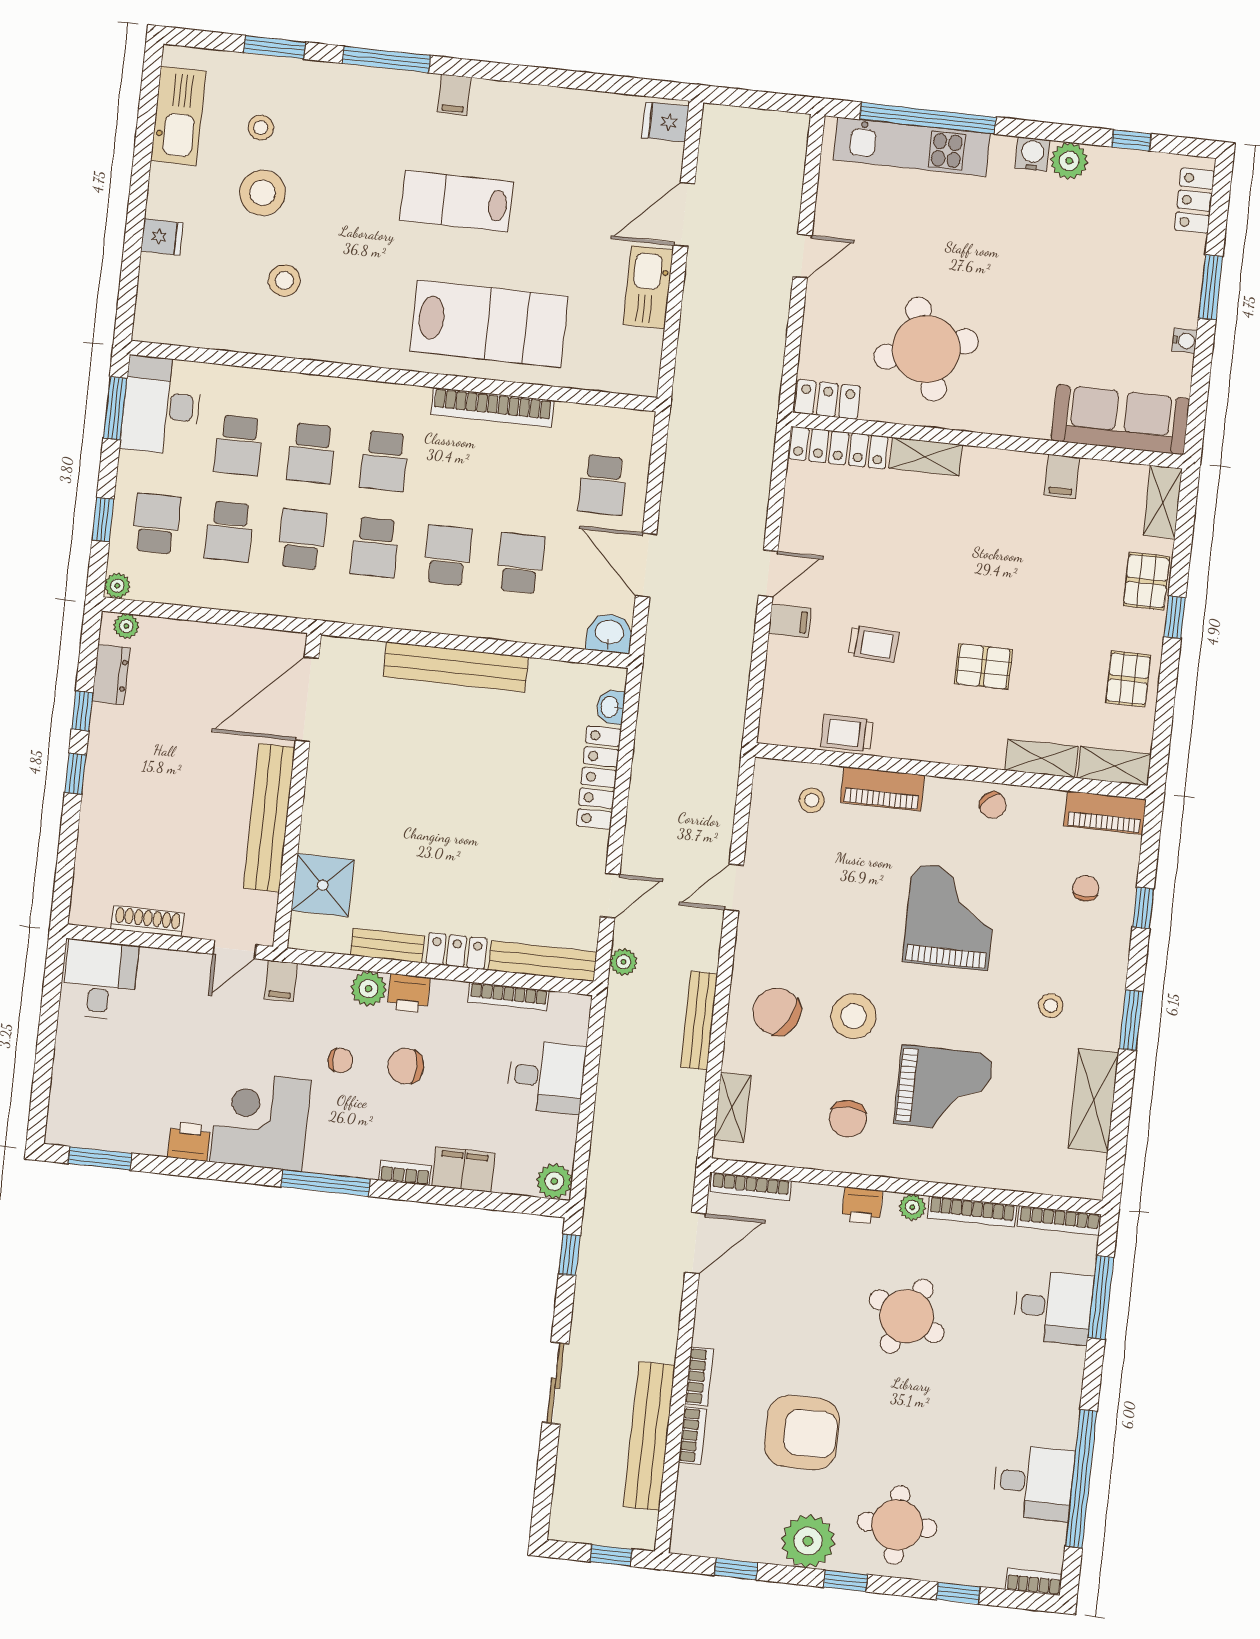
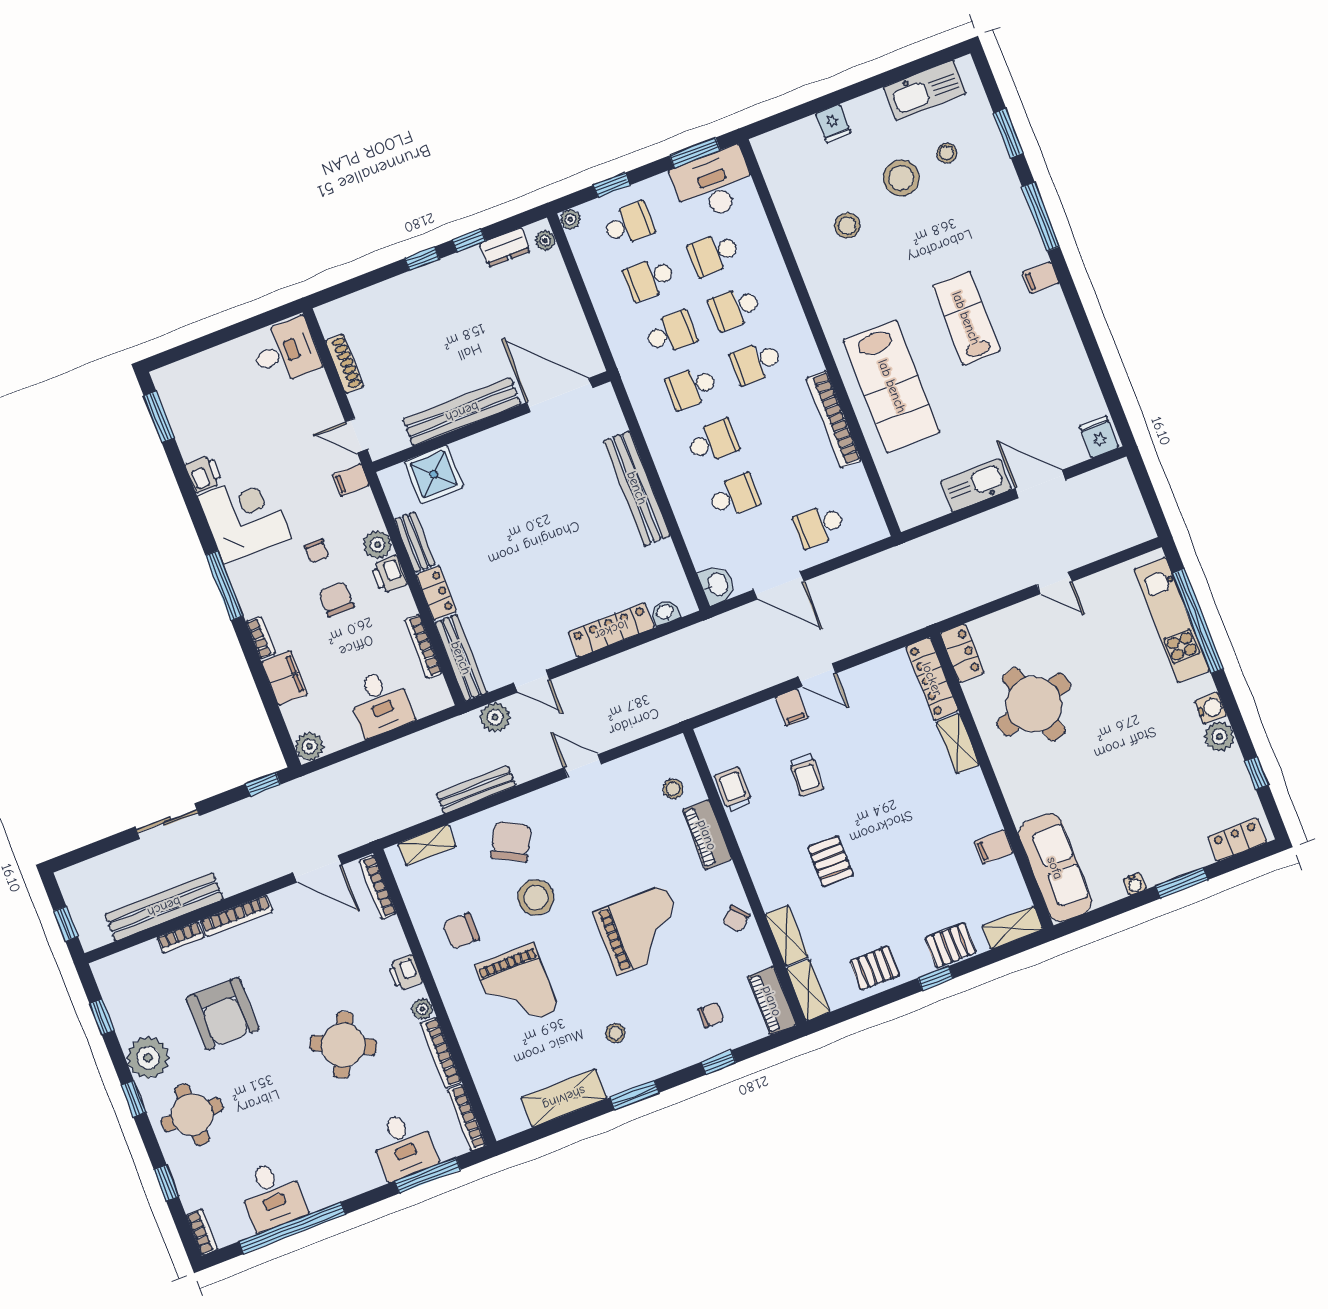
door: (646, 565) -> (779, 586), swing flipped
plant: (623, 962) -> (495, 717), width x1.38, depth x1.38
bookcase: (699, 1376) -> (237, 916), width x1.56

